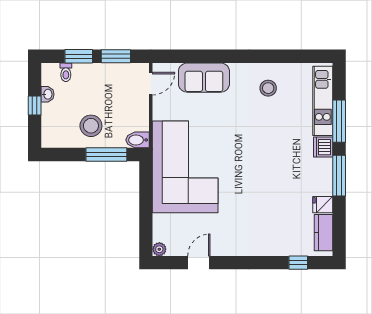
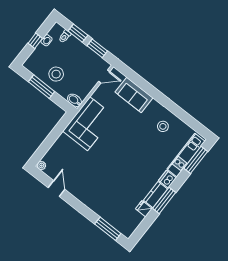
window: (339, 121) -> (196, 160), moved
window: (106, 155) -> (41, 87), moved
corner sofa: (185, 167) -> (89, 124), width x0.73, depth x0.74
kitchen counter: (323, 233) -> (156, 195), moved
door: (199, 263) -> (56, 188), hinge flipped
window: (298, 263) -> (108, 229), width x2.17

